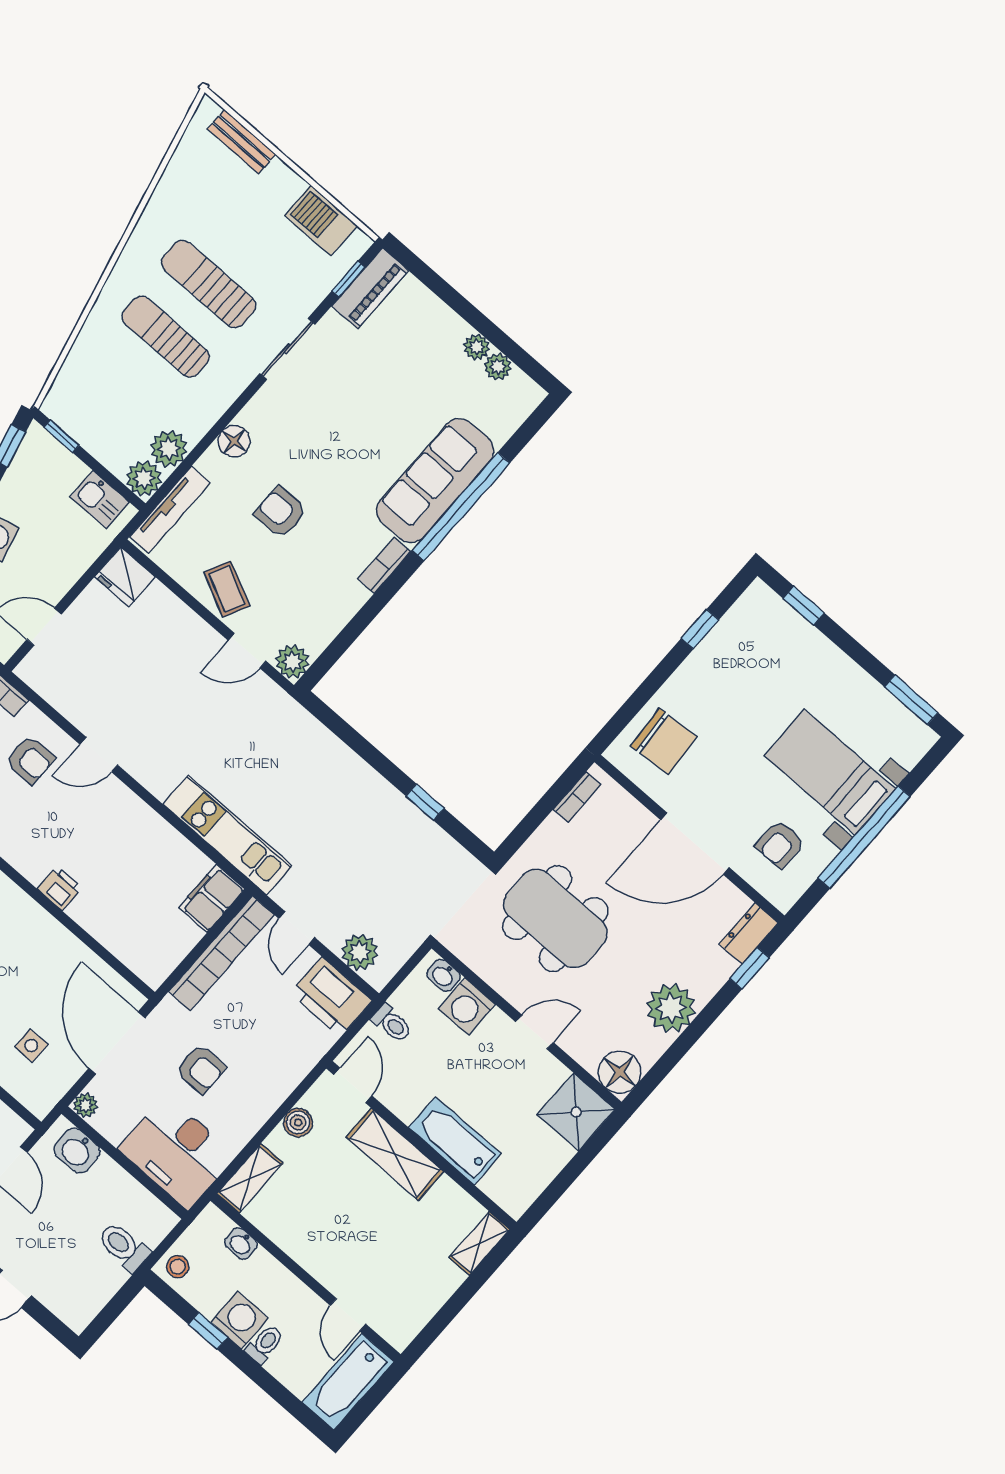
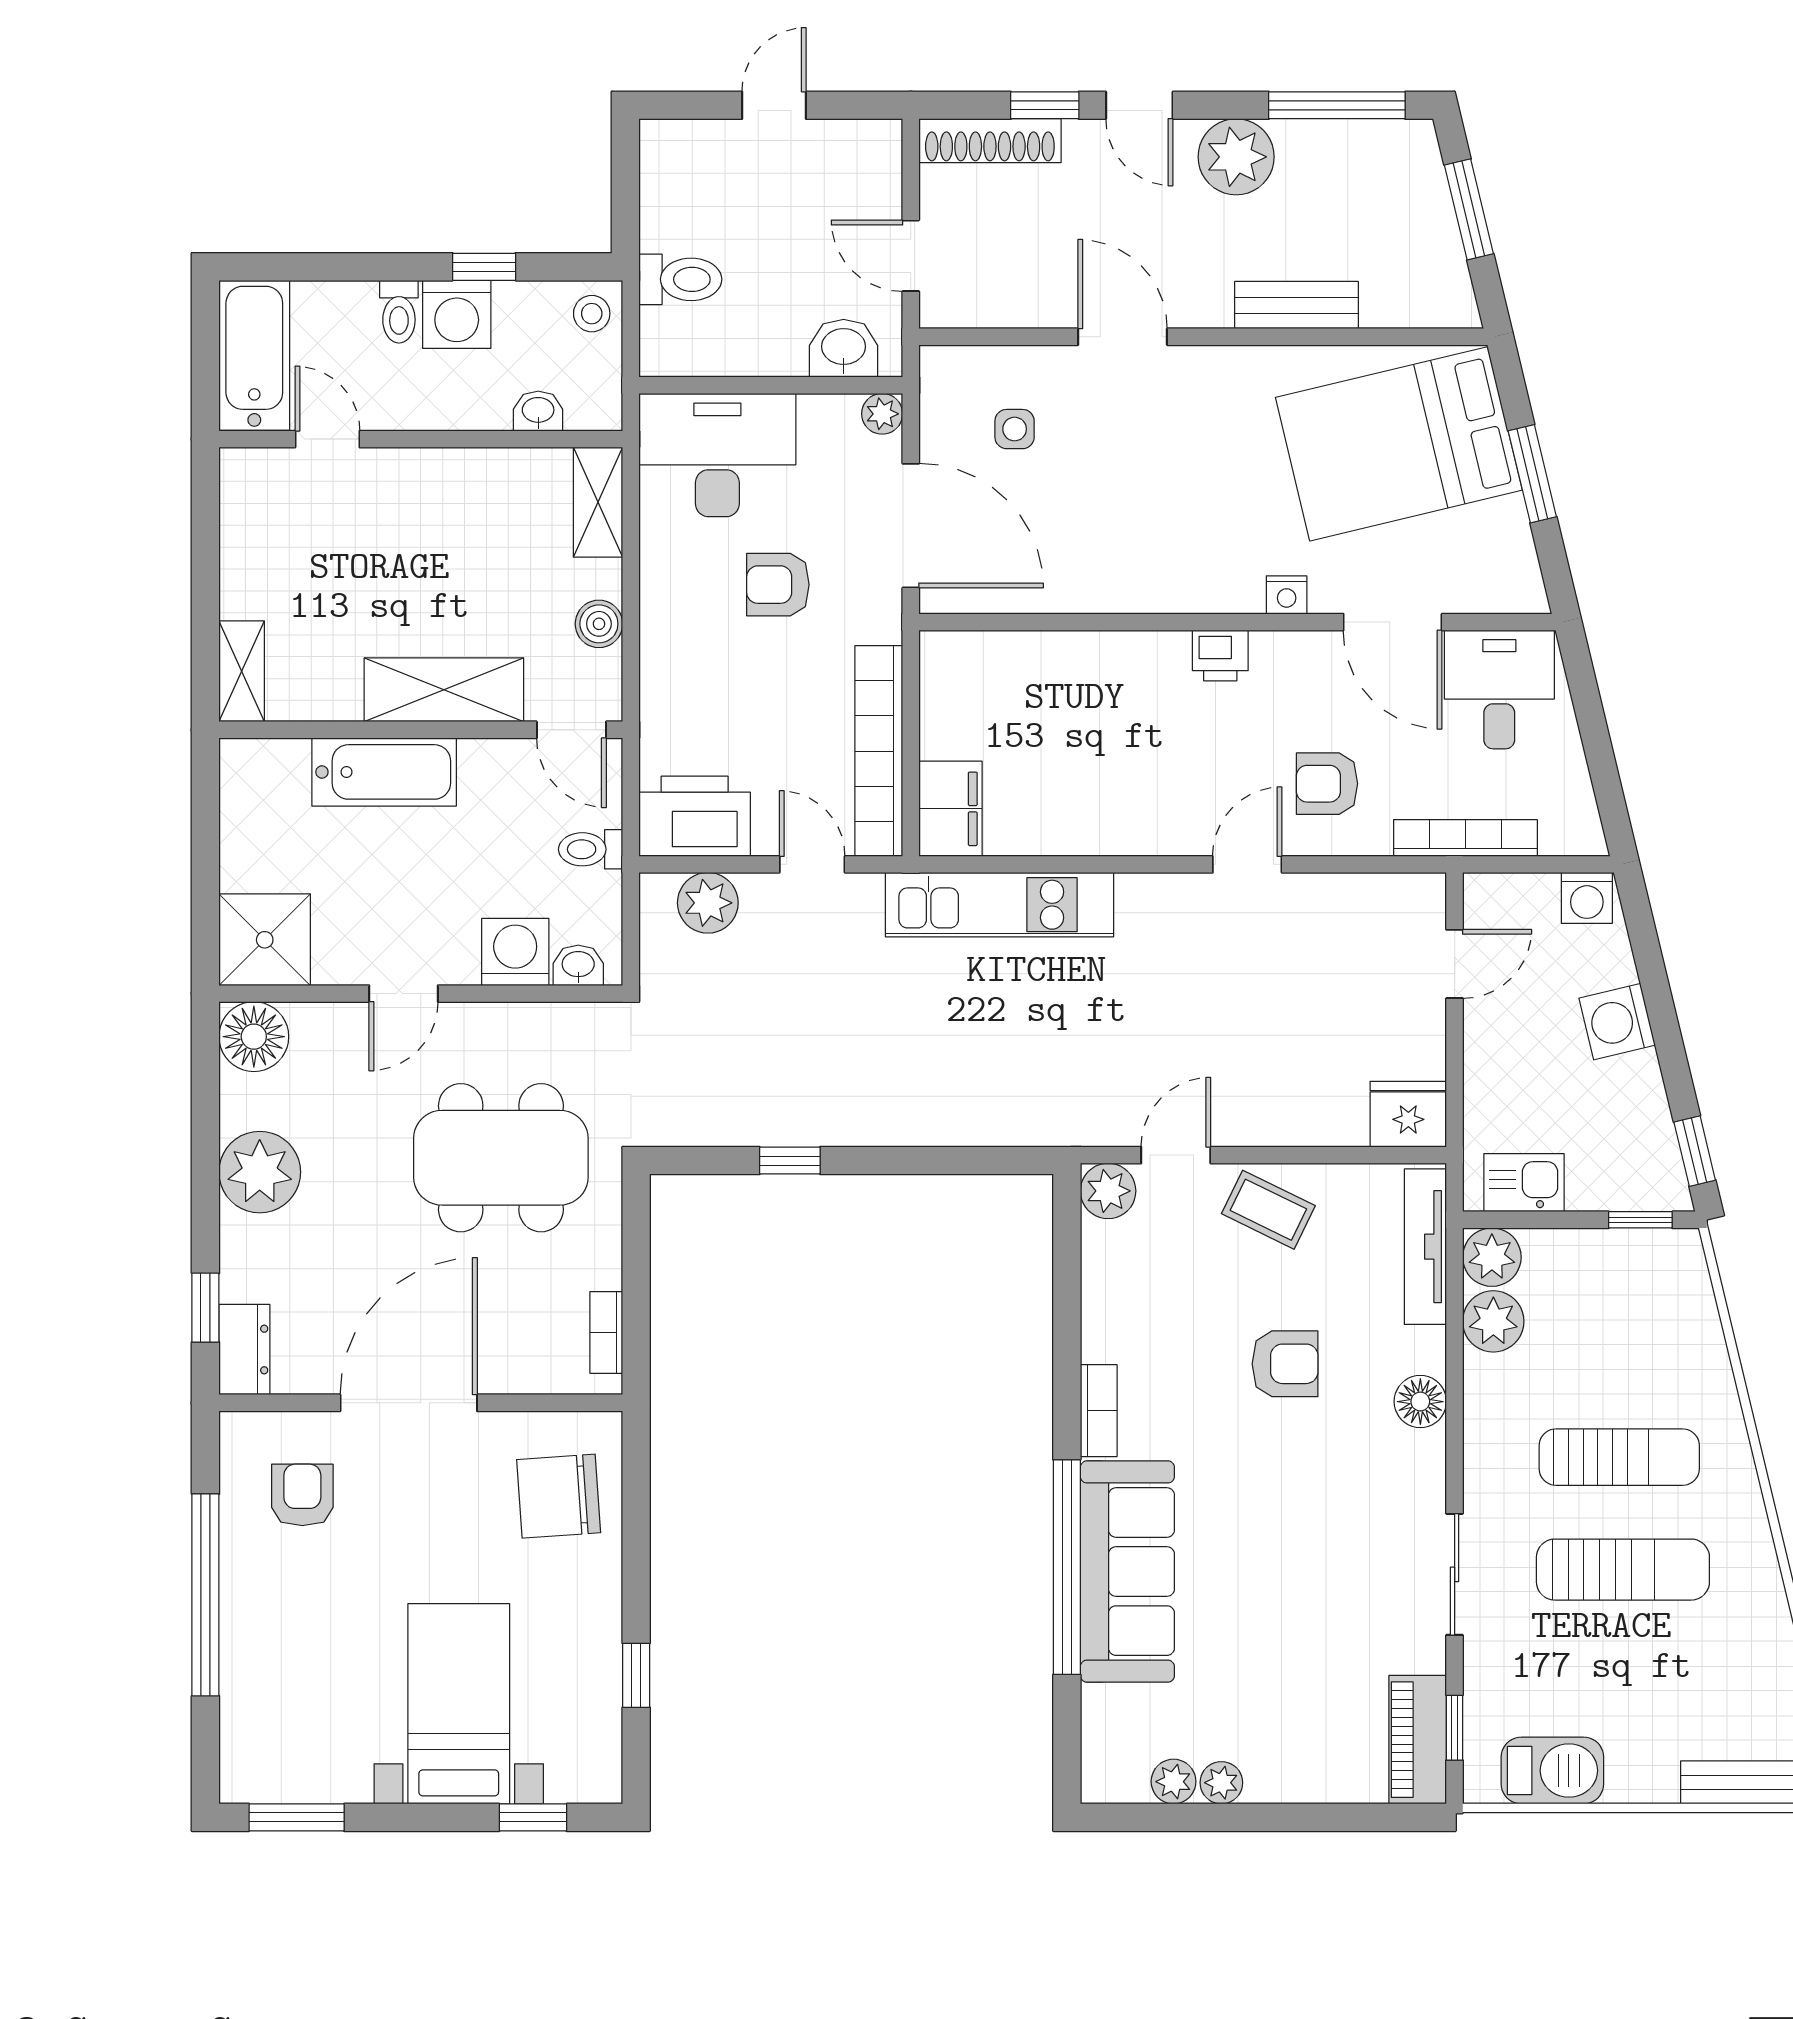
bed with nightstands: (830, 772) -> (459, 1704), moved, turned -90
printer: (60, 888) -> (1220, 656), moved

